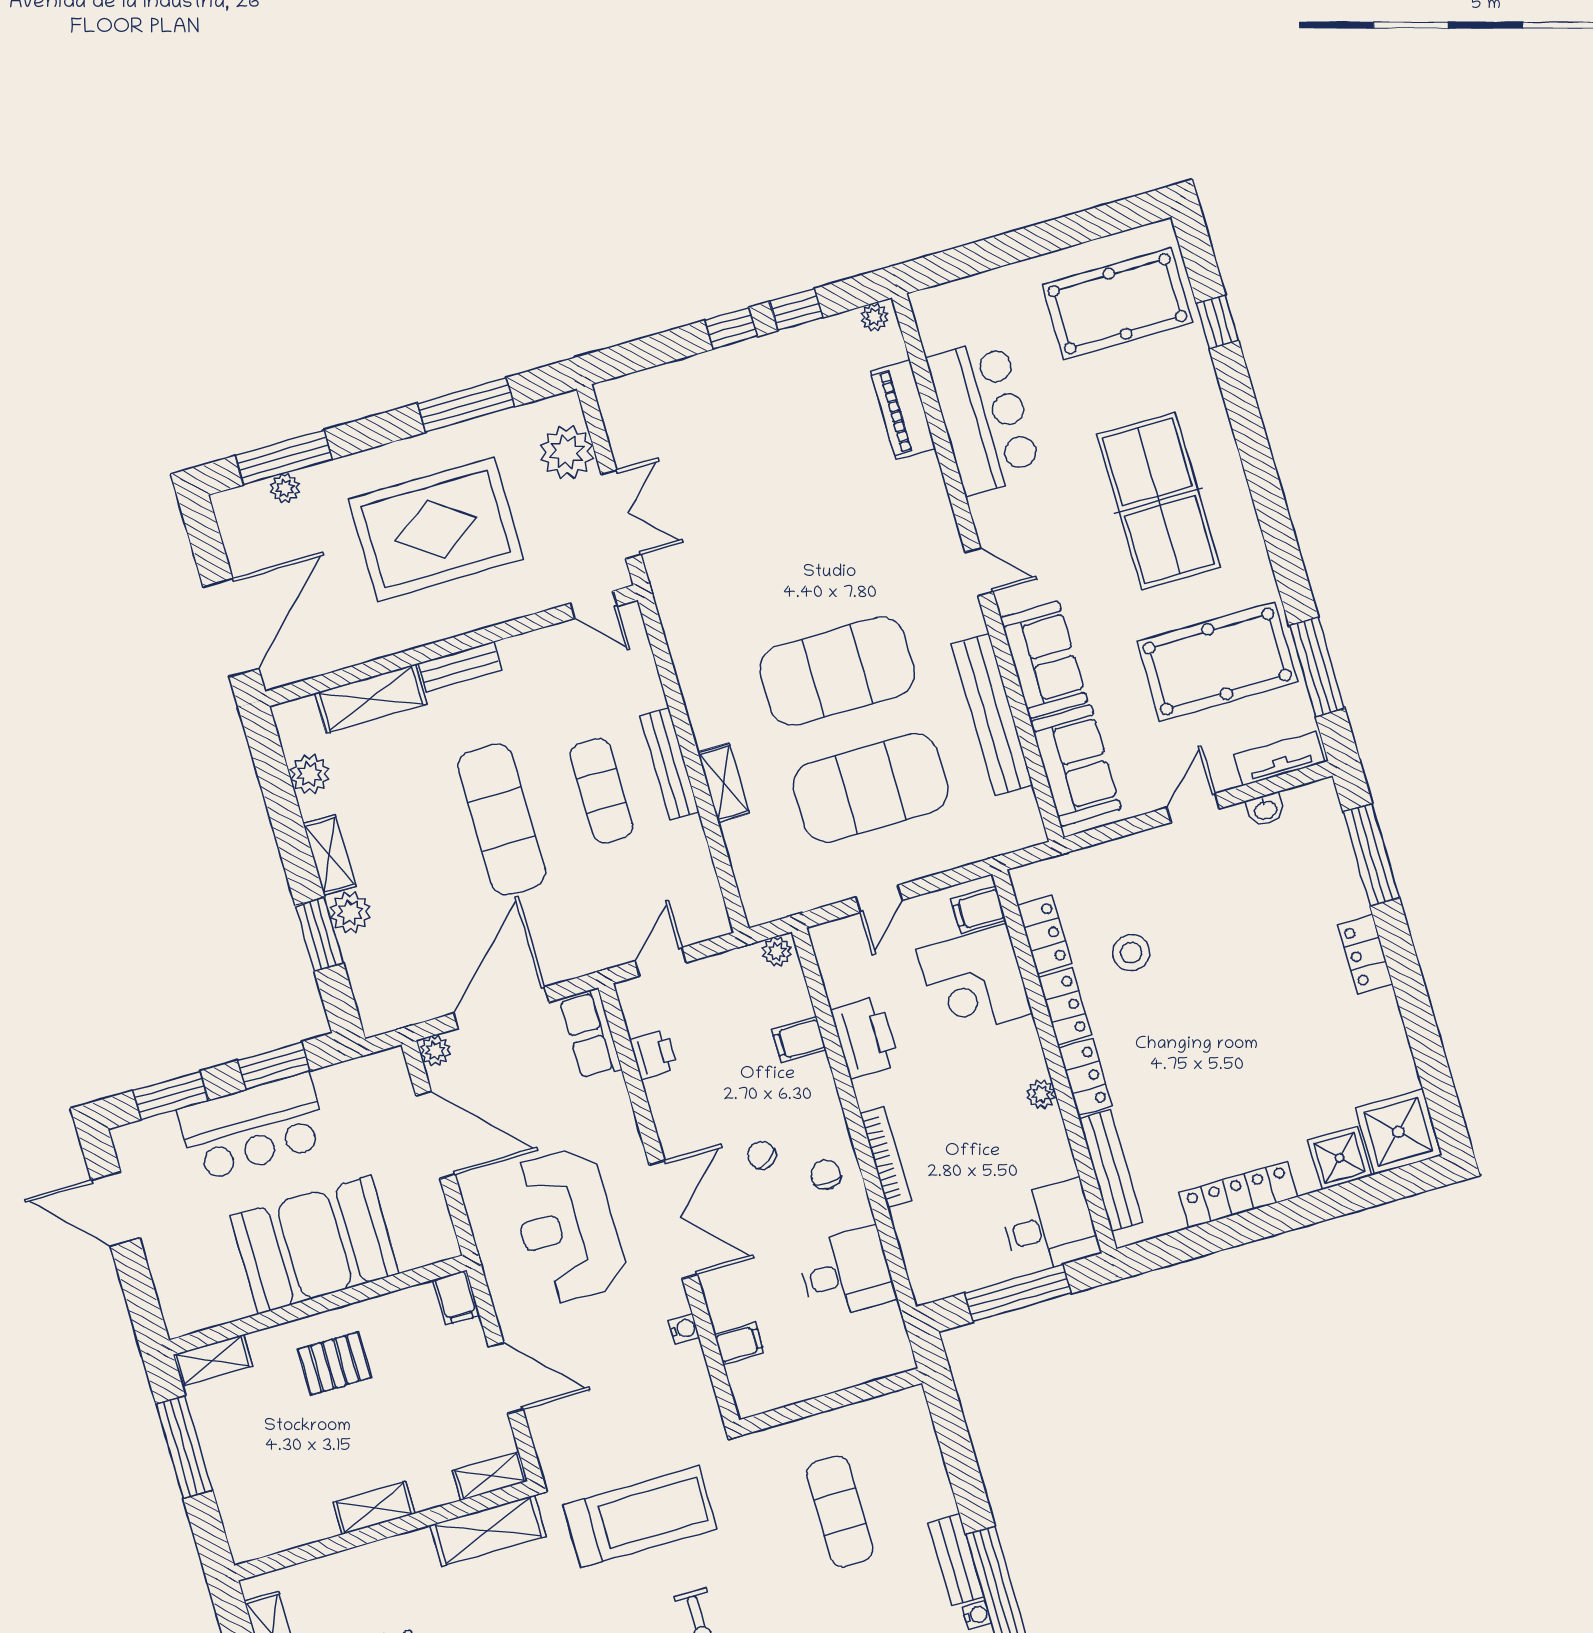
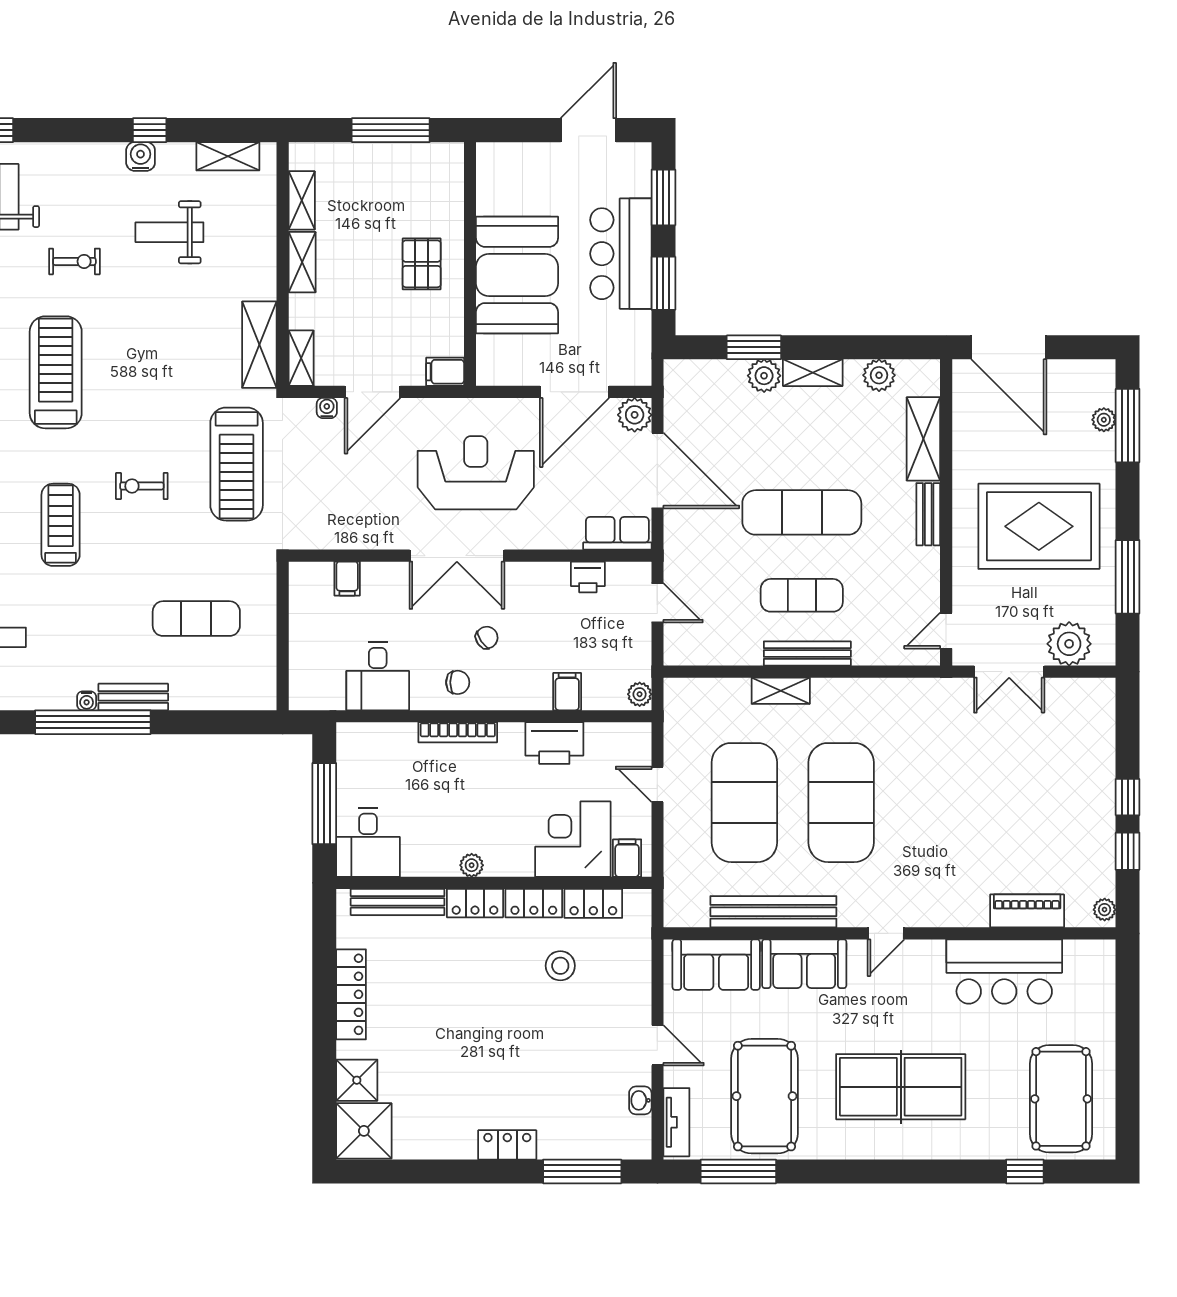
rug: (436, 529) -> (1039, 526), turned 90
plant: (435, 1051) -> (635, 415), width x1.38, depth x1.38
water cooler: (684, 1329) -> (327, 408), moved, turned 180
shelving: (213, 1360) -> (302, 200), moved

